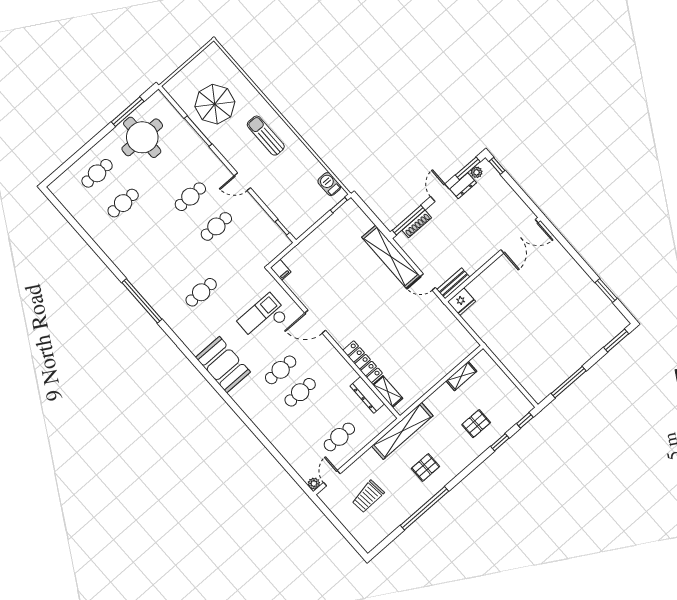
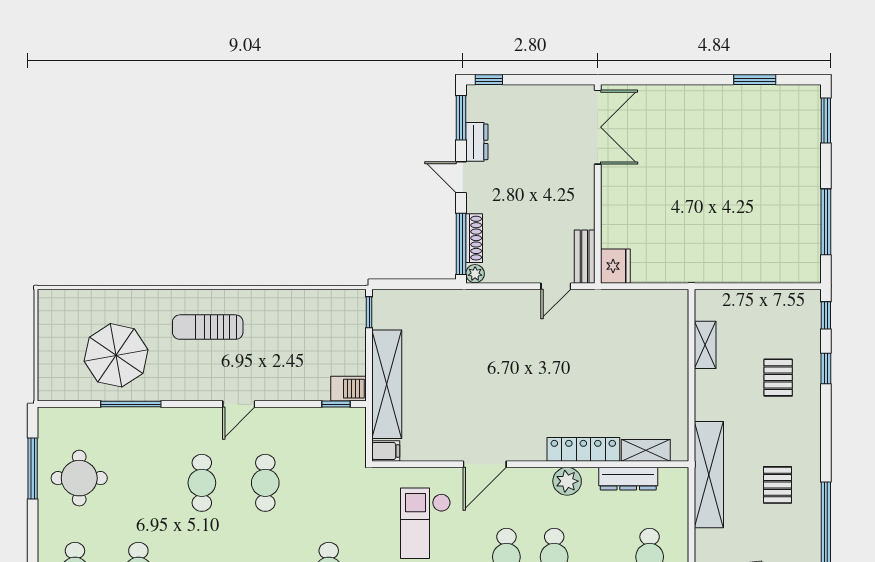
round table: (142, 137) -> (79, 478), width x0.73, depth x0.73
plant: (477, 172) -> (475, 274), moved
barbecue: (329, 184) -> (348, 389), moved, turned 180
shelving: (391, 257) -> (387, 384), moved, turned 90
plant: (341, 367) -> (567, 481), added

